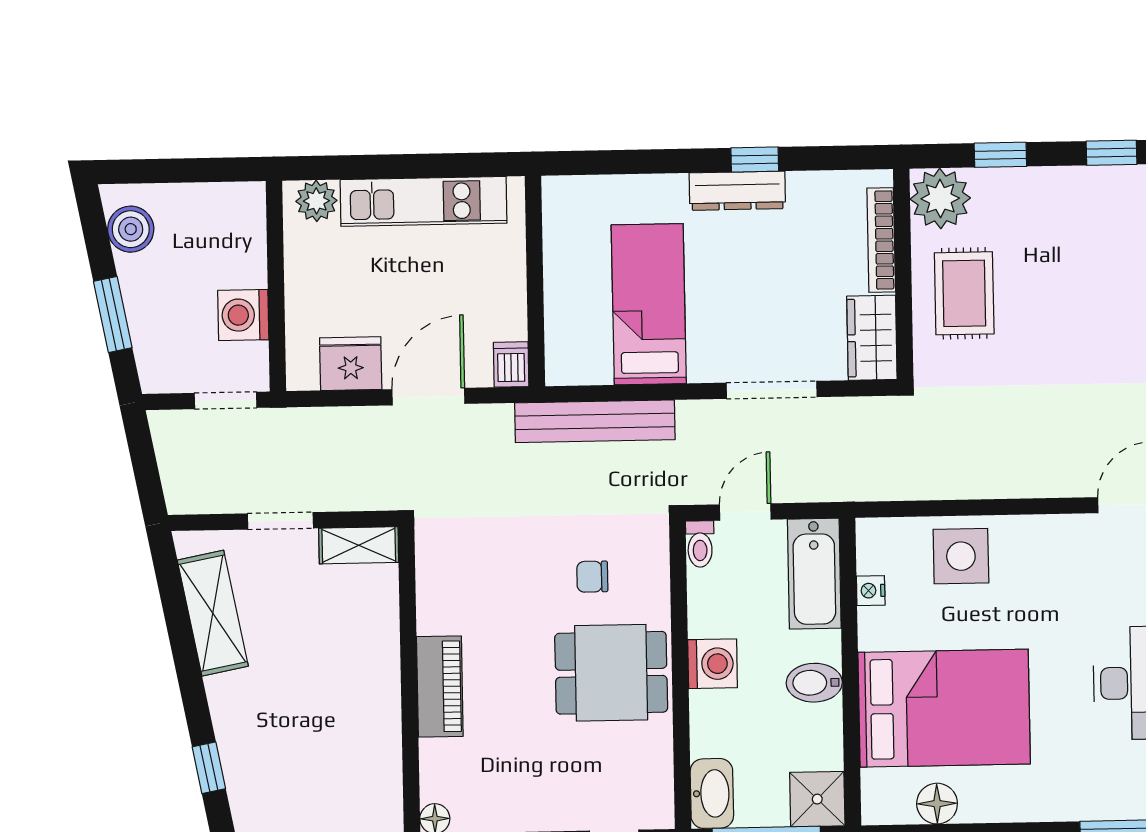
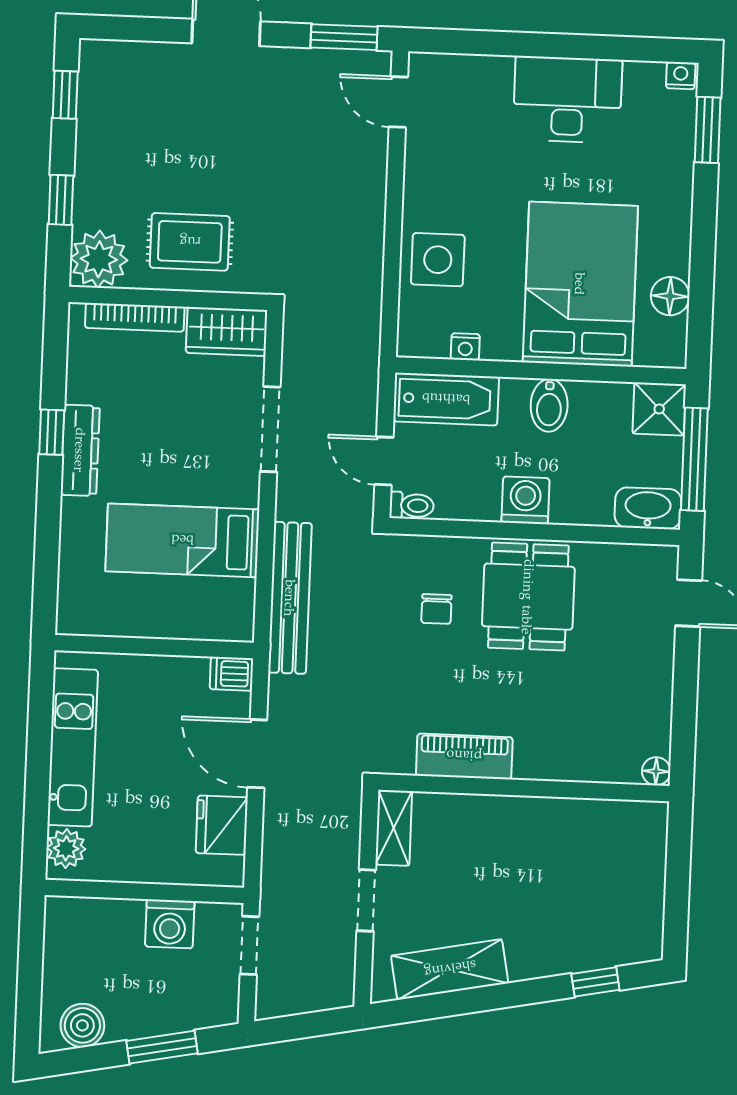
piano: (440, 687) -> (464, 756), moved

